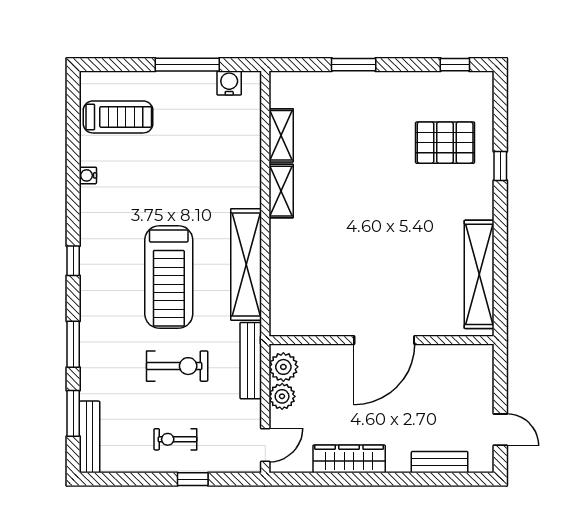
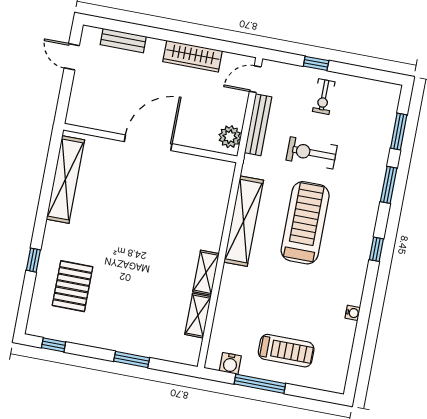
treadmill: (118, 117) -> (286, 351), moved, turned 180
pallet: (445, 143) -> (73, 286), turned 90
bench: (251, 361) -> (258, 125), moved
plant: (282, 396) -> (235, 114), removed
bench: (90, 437) -> (390, 111), removed
exercise bike: (175, 439) -> (324, 97), turned 90

